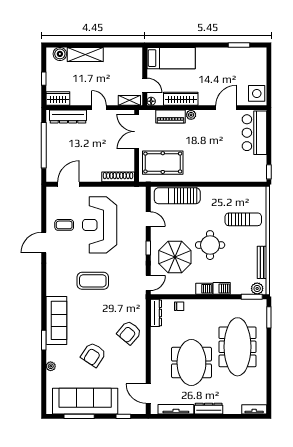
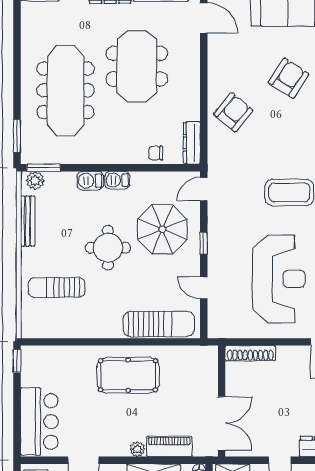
pool table: (163, 163) -> (128, 375), moved

